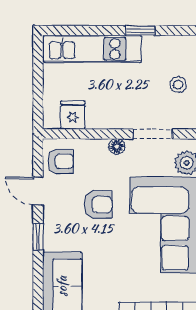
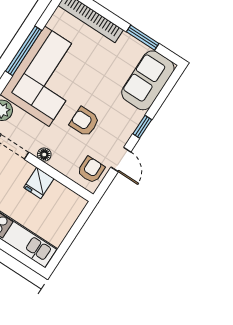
fridge: (73, 115) -> (39, 183), moved
armchair: (61, 161) -> (91, 170), turned 90

